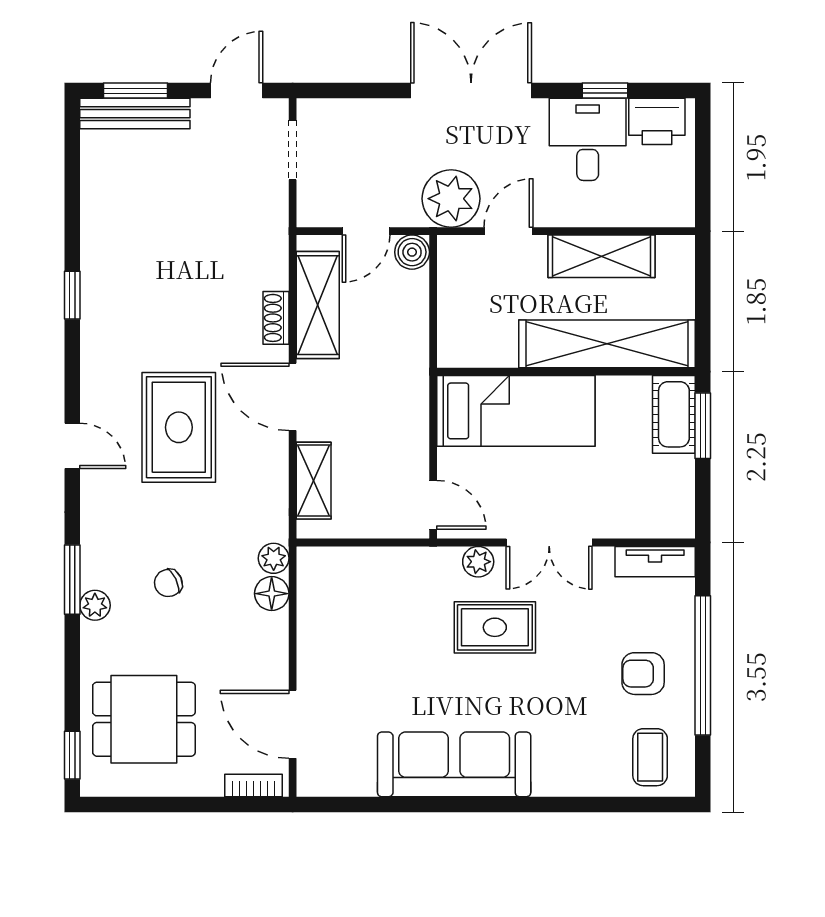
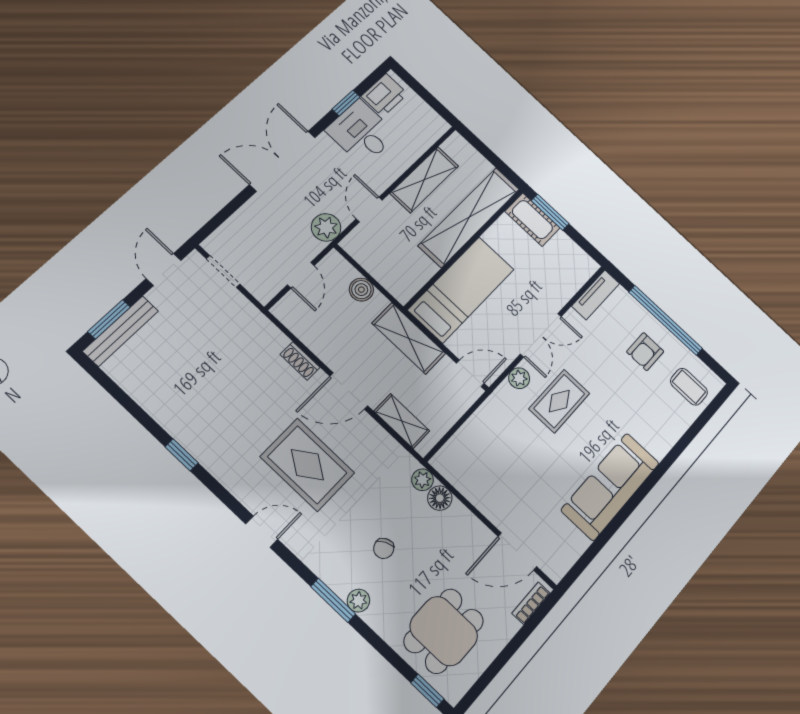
plant: (451, 199) -> (326, 227), width x0.73, depth x0.73
boiler: (412, 252) -> (361, 290), moved
shelving: (318, 305) -> (409, 338), moved

